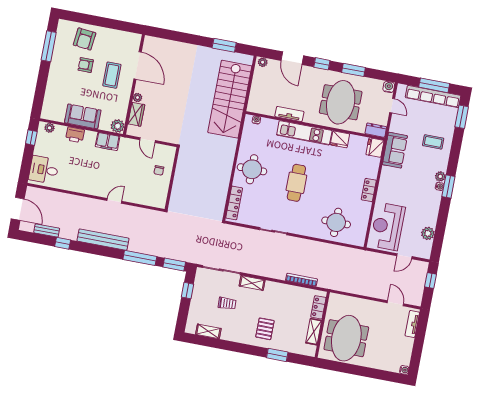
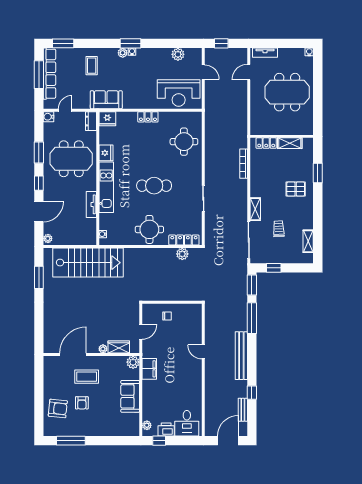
printer: (75, 135) -> (166, 429), moved, turned -90
plant: (220, 199) -> (182, 254), added
meeting table: (346, 338) -> (287, 92), moved

